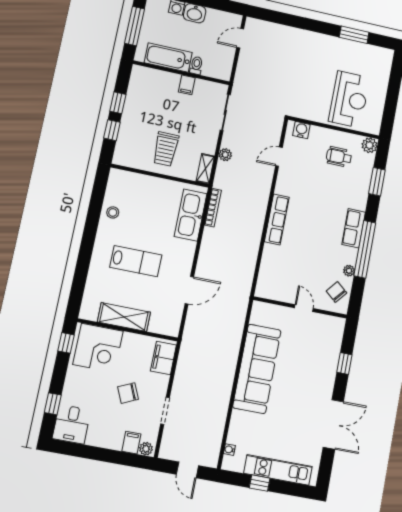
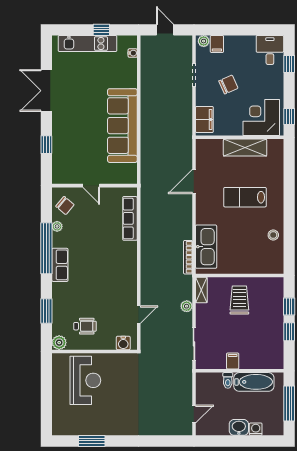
reception desk: (349, 99) -> (85, 380), turned 180
row of seats: (277, 219) -> (130, 218), moved

